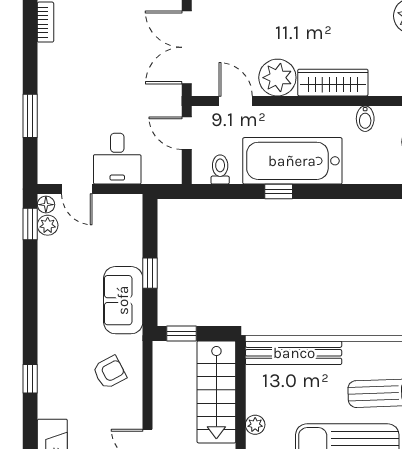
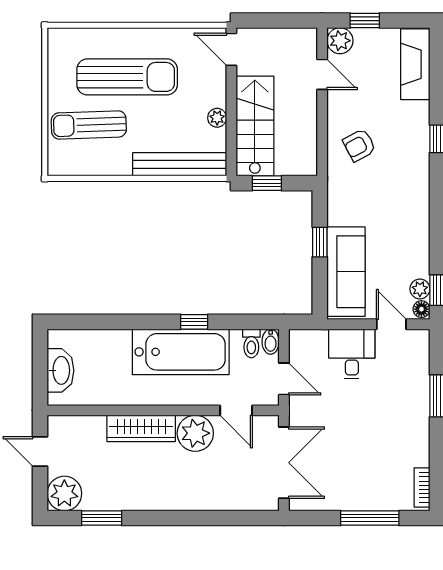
bidet: (365, 119) -> (271, 342), moved, turned 180
sofa: (123, 300) -> (346, 272), moved, width x1.36
window: (182, 333) -> (267, 183), moved
plant: (255, 425) -> (217, 118), moved

